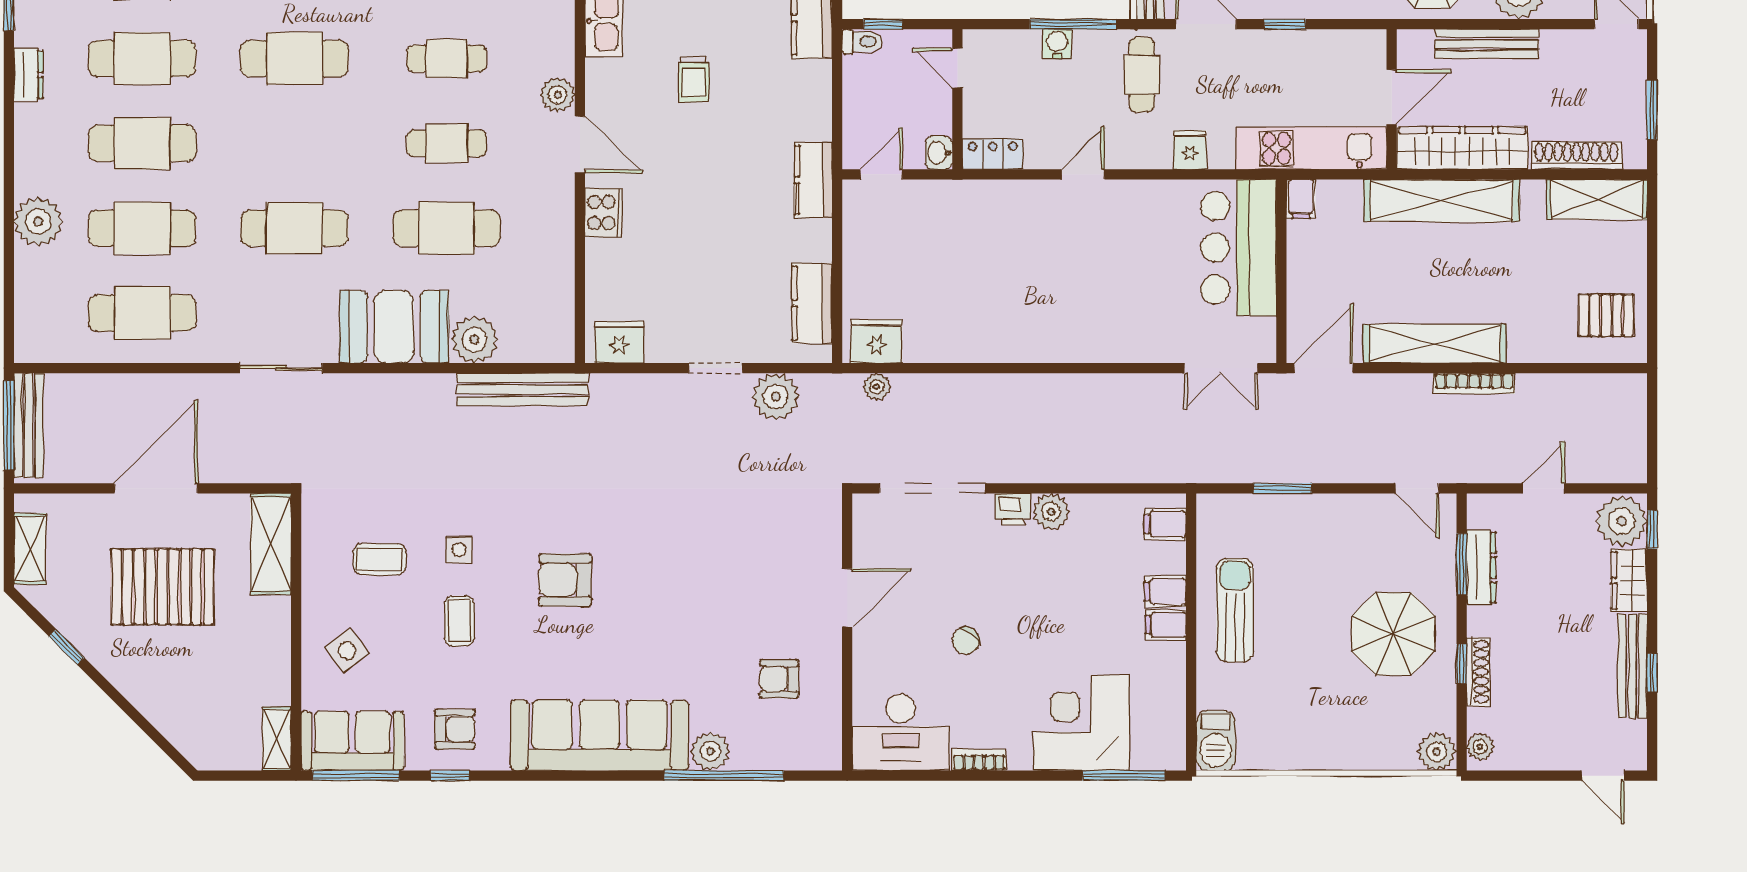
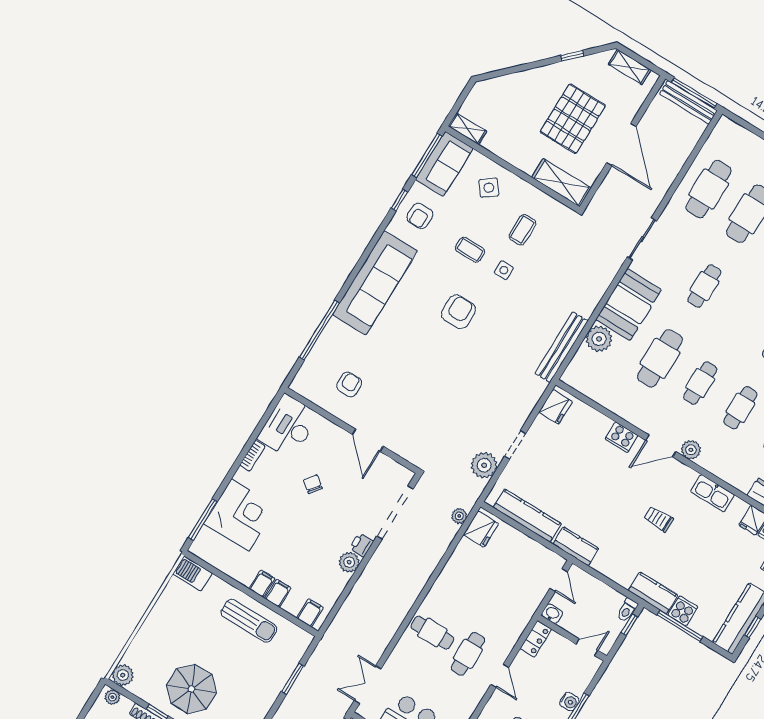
cafe table: (294, 228) -> (704, 286), width x0.73, depth x0.74
cafe table: (1079, 244) -> (468, 654), added
kitchen counter: (812, 303) -> (527, 516), width x1.50
cafe table: (1080, 318) -> (432, 633), added
plant: (710, 751) -> (335, 331), removed

